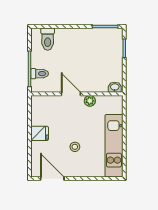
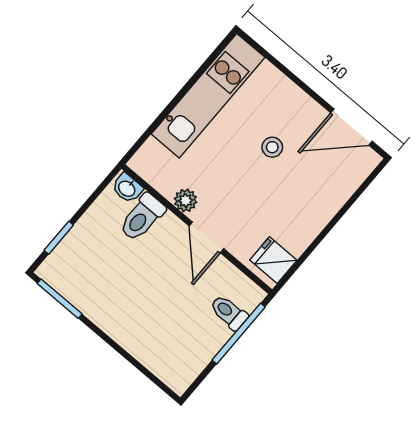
toilet: (48, 39) -> (142, 217), moved, turned 180
fridge: (40, 133) -> (273, 260), moved
door: (52, 179) -> (351, 127), hinge flipped

